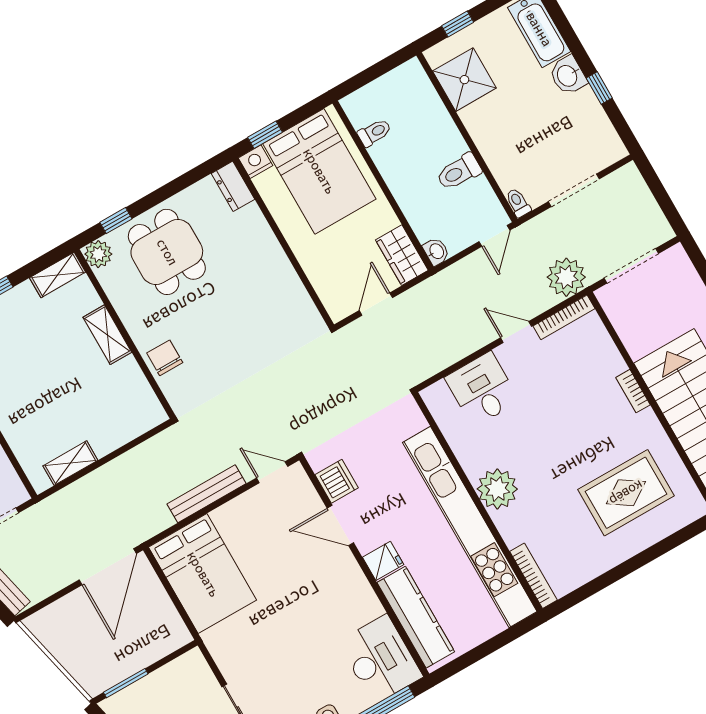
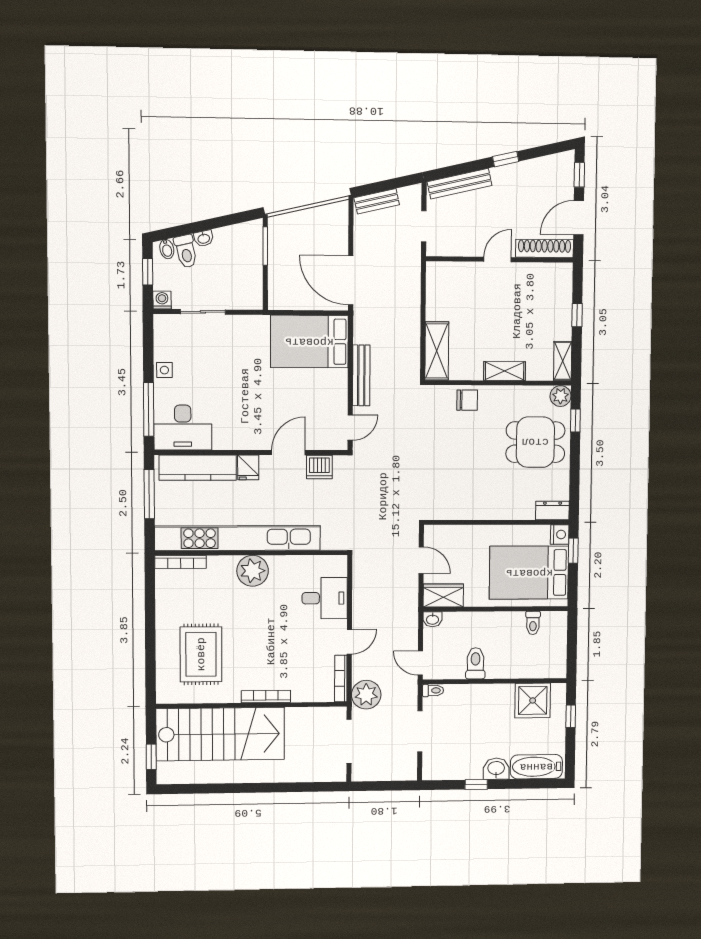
bookcase: (633, 391) -> (266, 697), width x1.56
shelving: (70, 463) -> (437, 351), moved, width x1.50, depth x1.33
window: (477, 654) -> (149, 494), added

